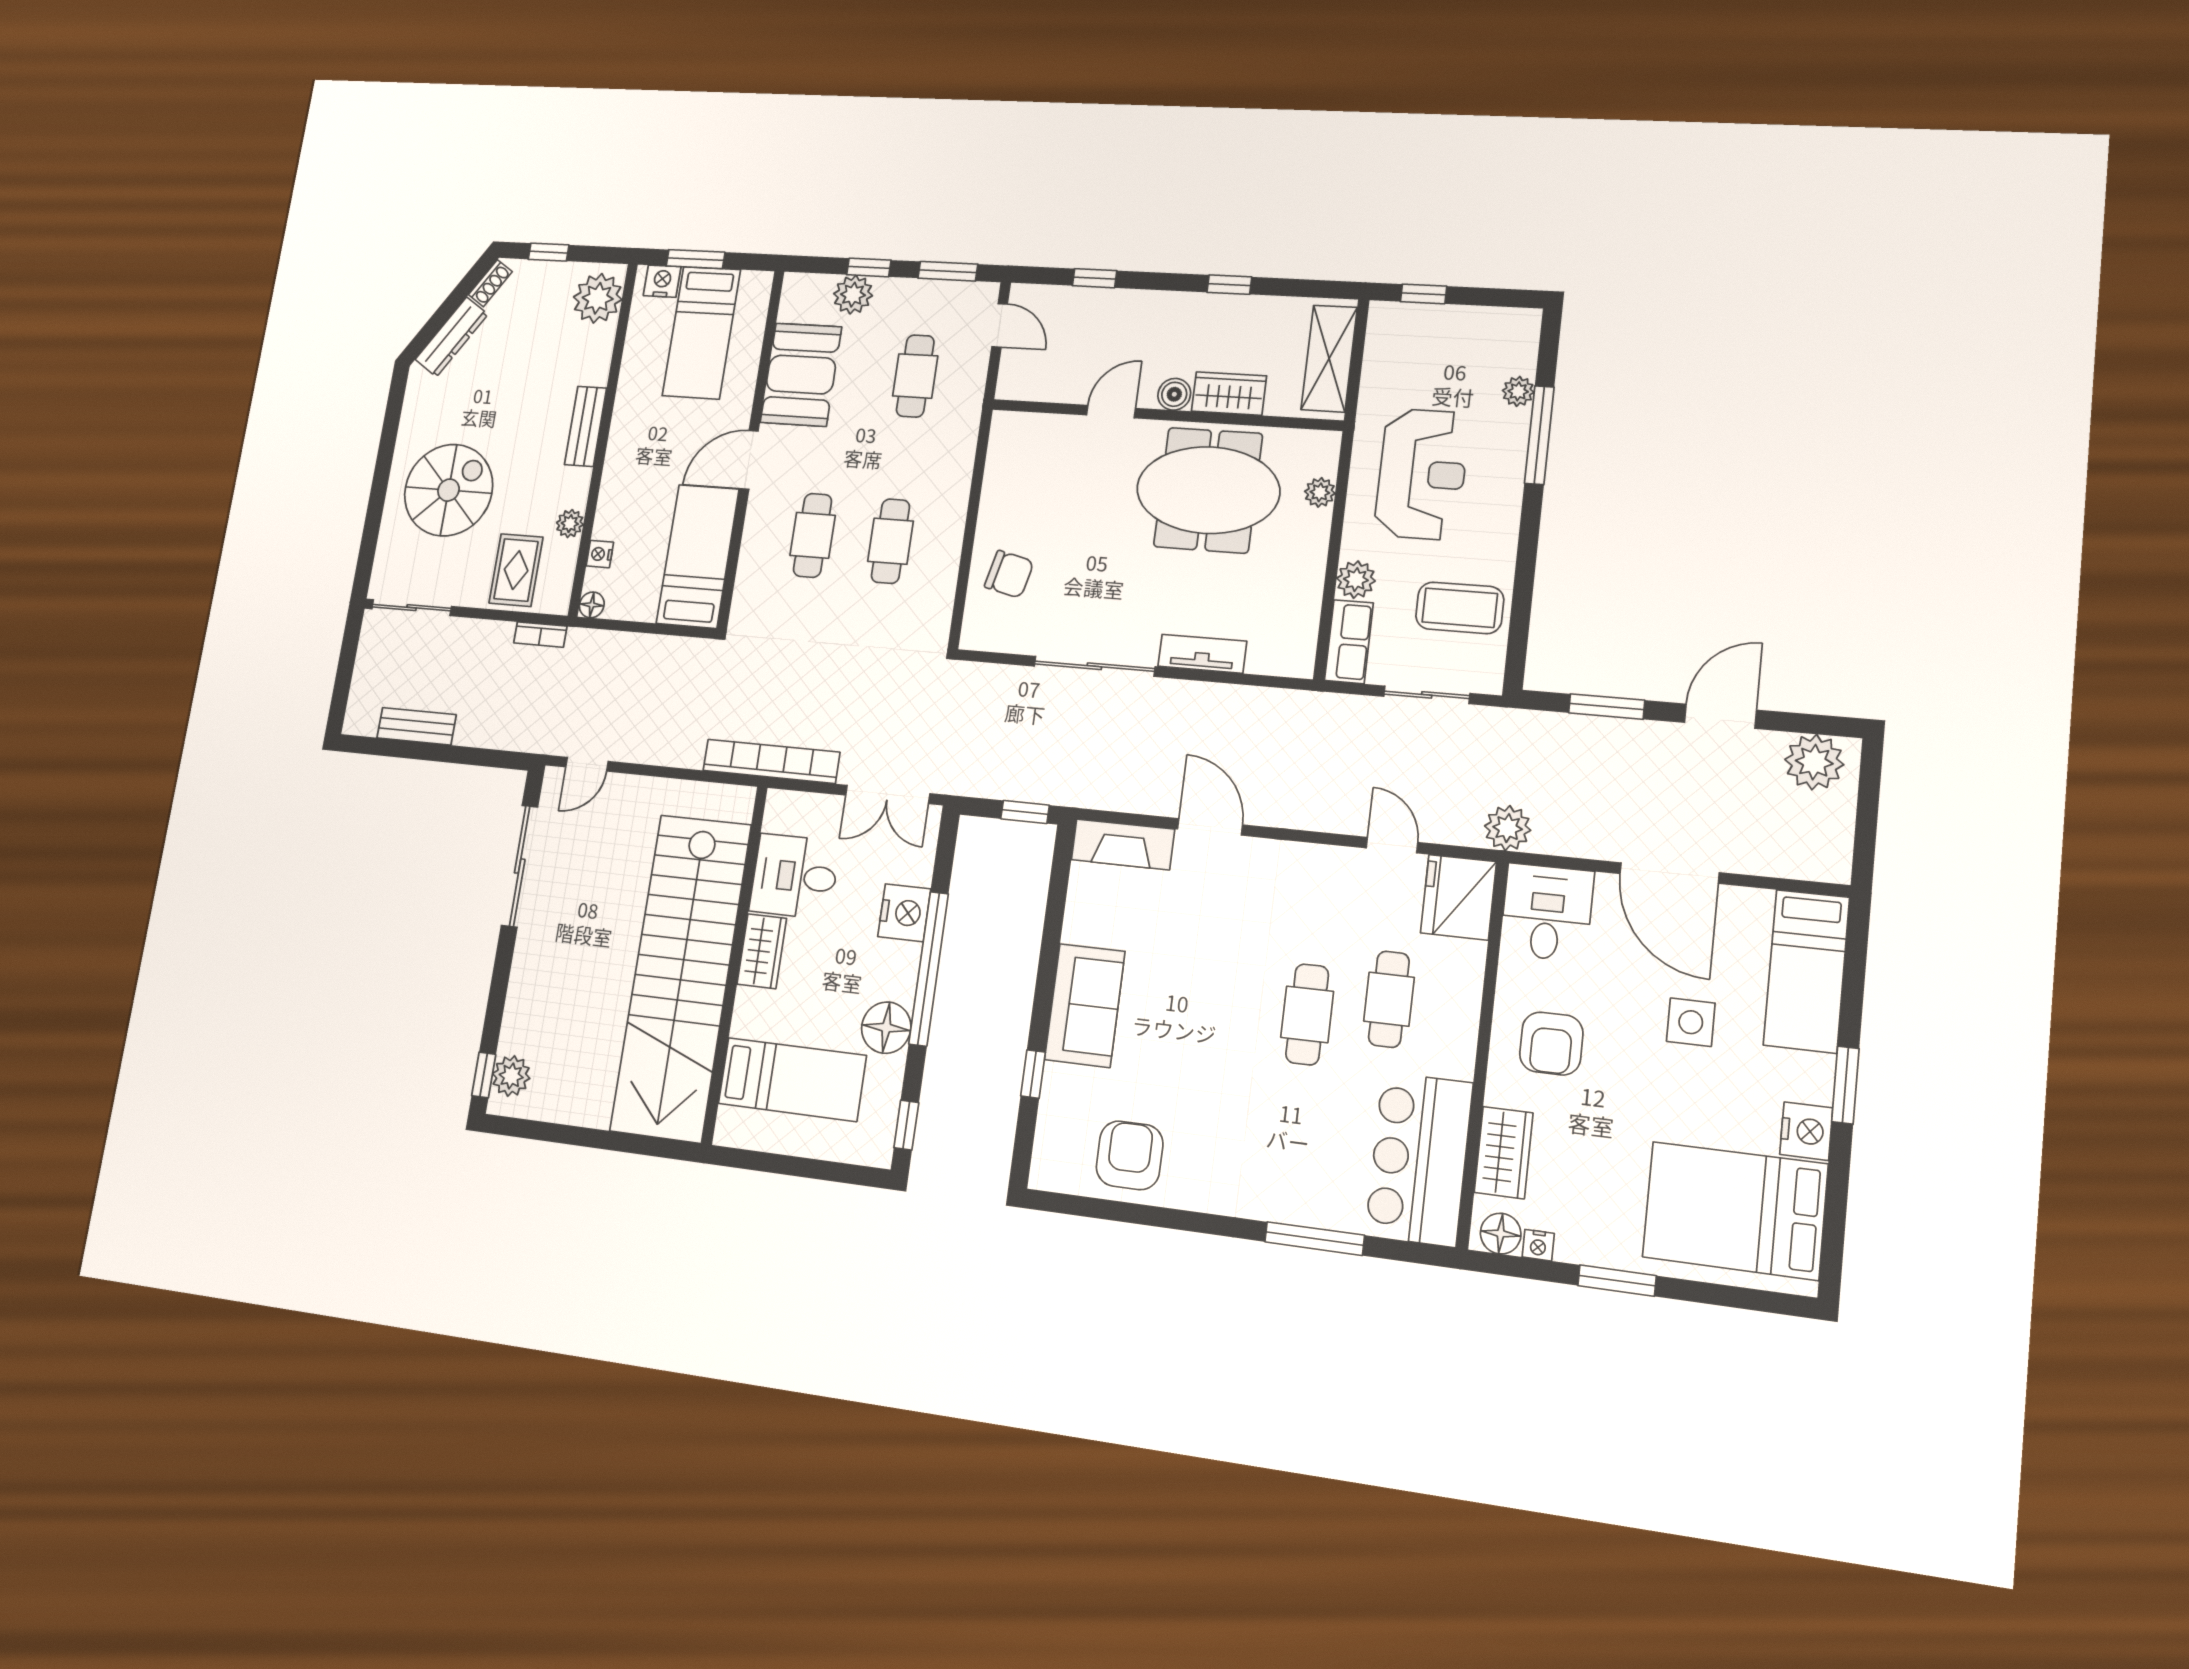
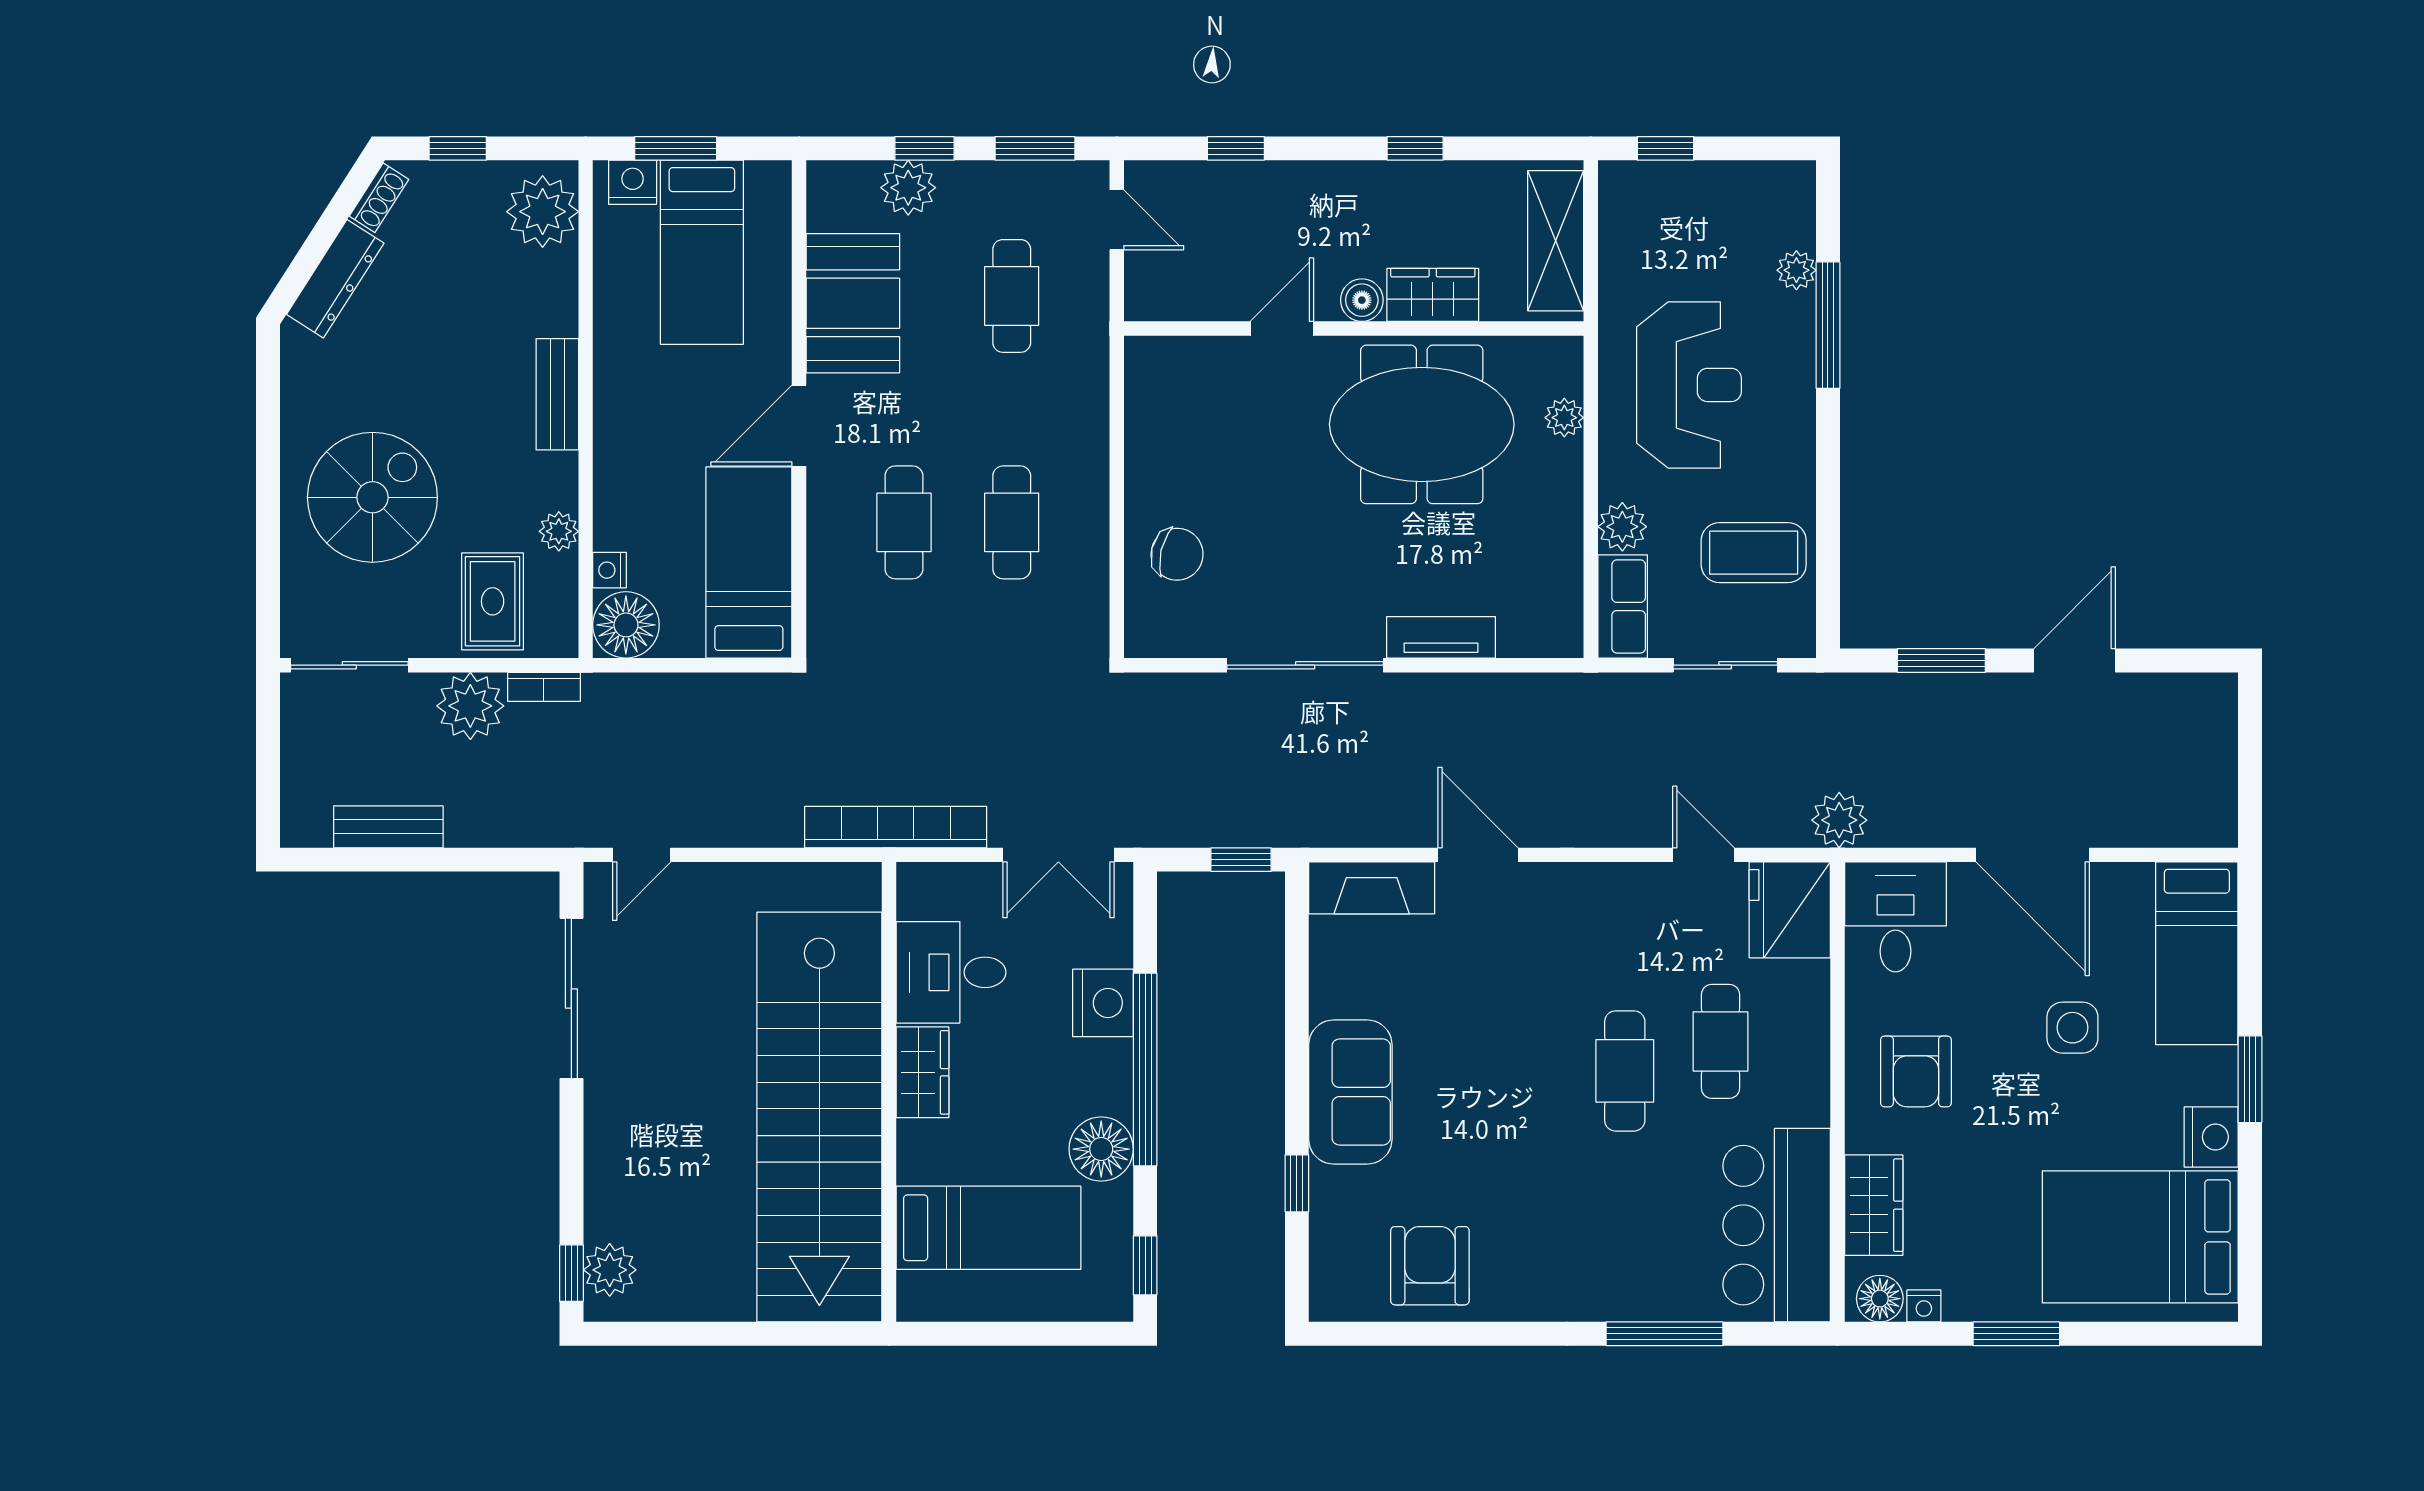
floor lamp: (592, 605) -> (626, 625), width x1.89, depth x1.89
plant: (1814, 762) -> (470, 706), moved

